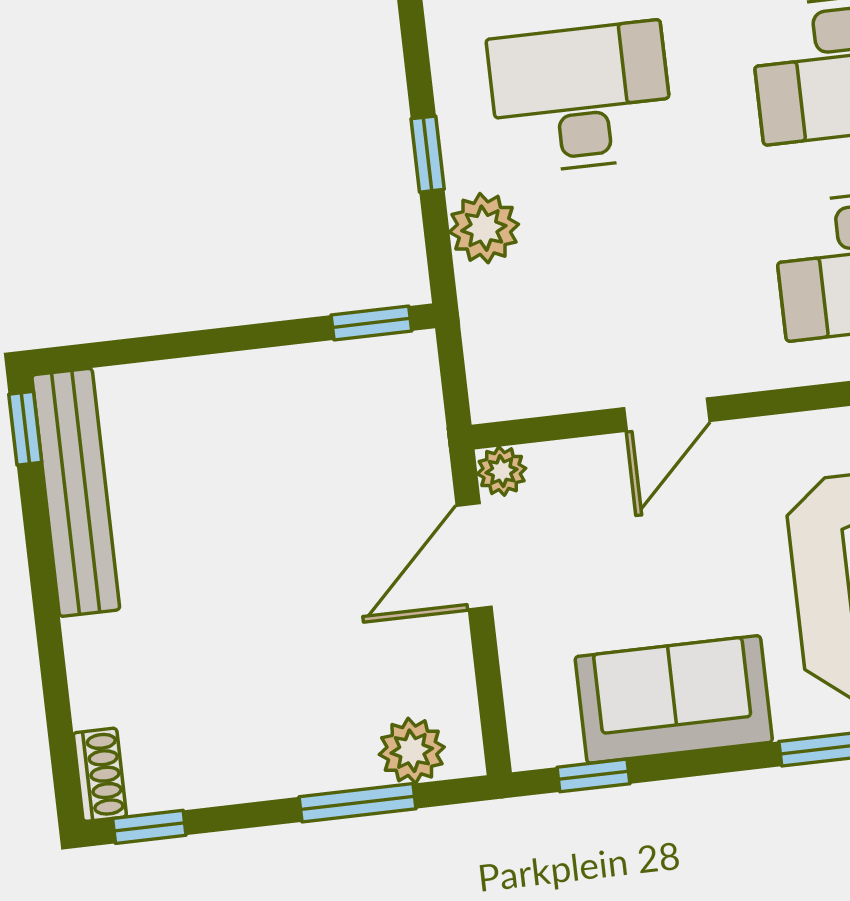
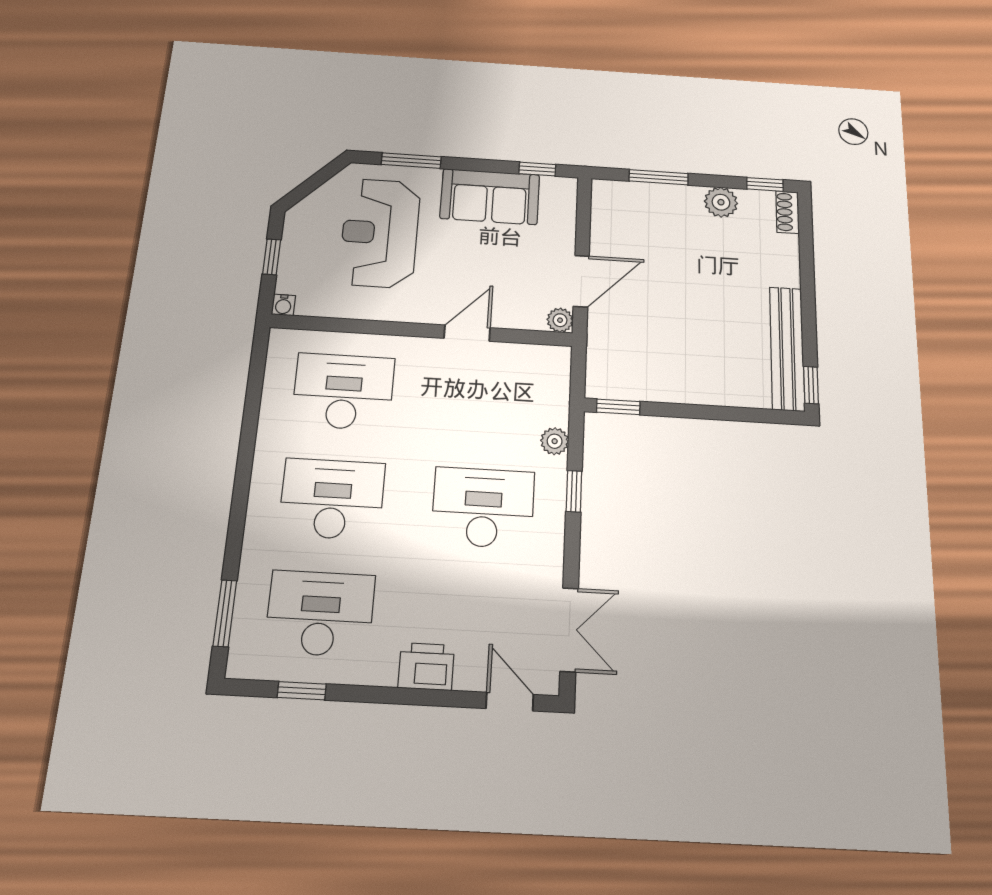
desk: (581, 97) -> (483, 508), turned 180
plant: (484, 228) -> (555, 441), width x0.73, depth x0.73
plant: (412, 751) -> (721, 202), moved

